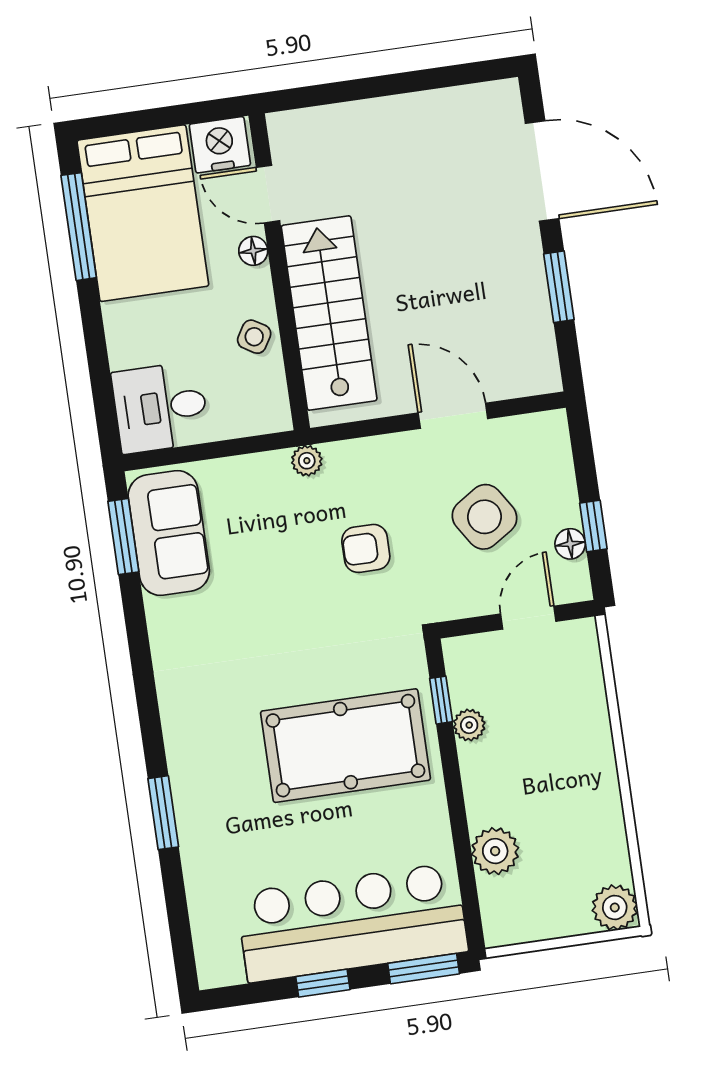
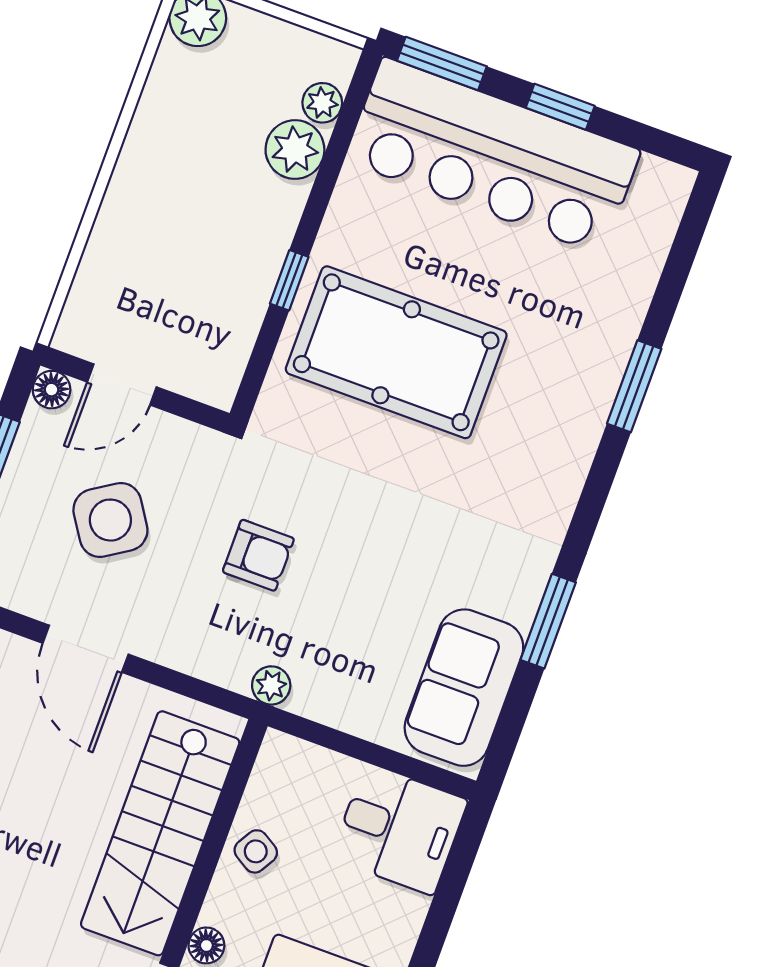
window: (123, 537) -> (548, 621), moved
floor lamp: (570, 544) -> (52, 390), moved
window: (441, 700) -> (289, 280), moved
plant: (469, 725) -> (322, 103), moved

